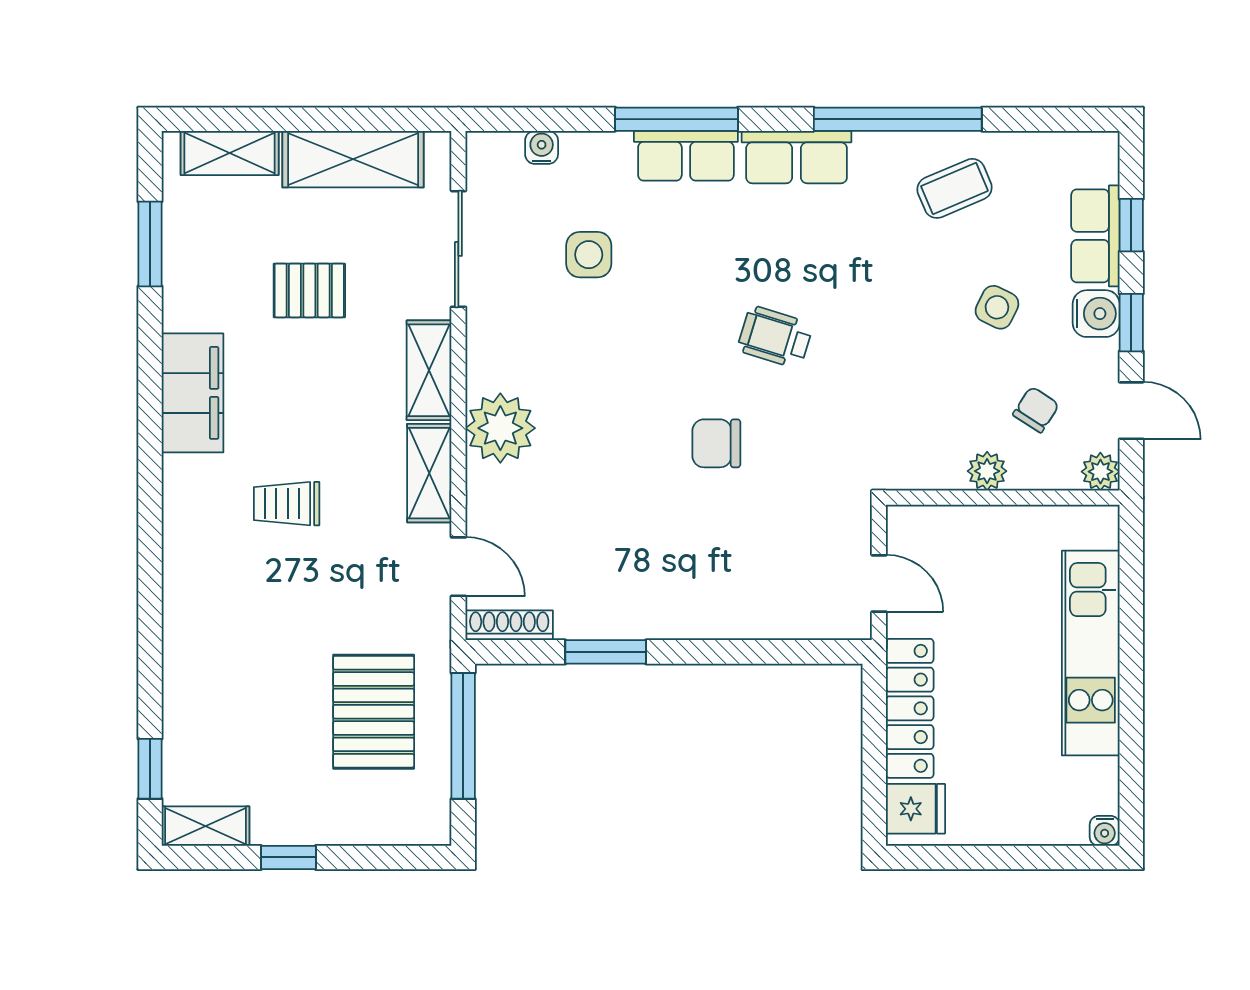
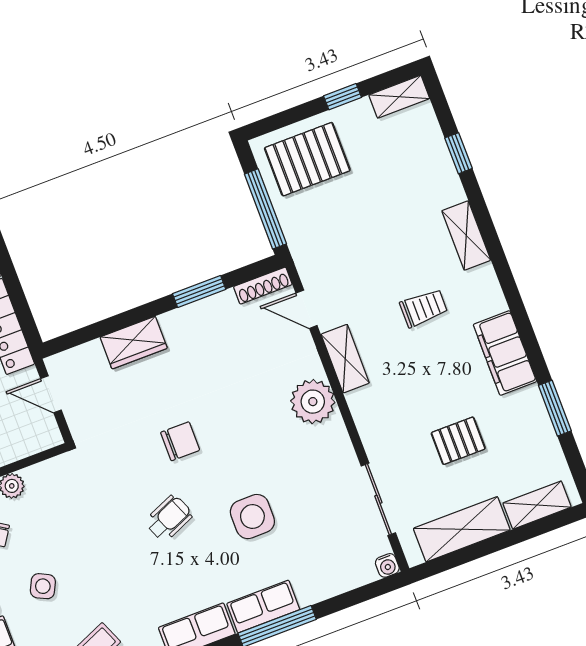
water cooler: (542, 147) -> (387, 565), moved
window: (150, 244) -> (555, 408), moved
side table: (589, 255) -> (252, 517), moved, width x1.37, depth x1.37
wheelchair: (775, 337) -> (169, 518), turned -40
shelving: (429, 370) -> (466, 235), moved
wardrobe: (730, 613) -> (134, 343), added
pallet: (374, 712) -> (307, 159), moved, turned 90
window: (150, 769) -> (459, 153), moved

